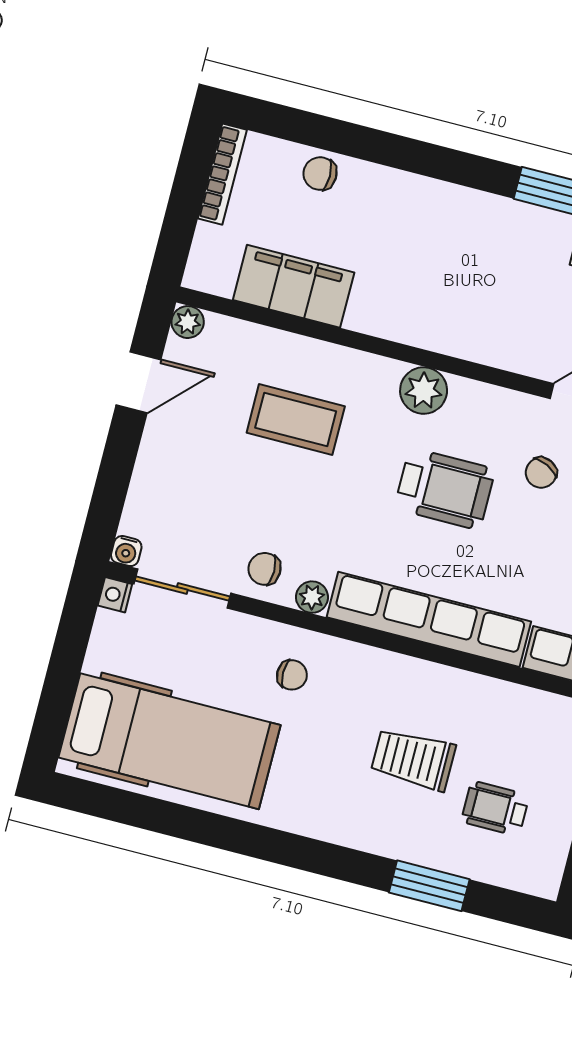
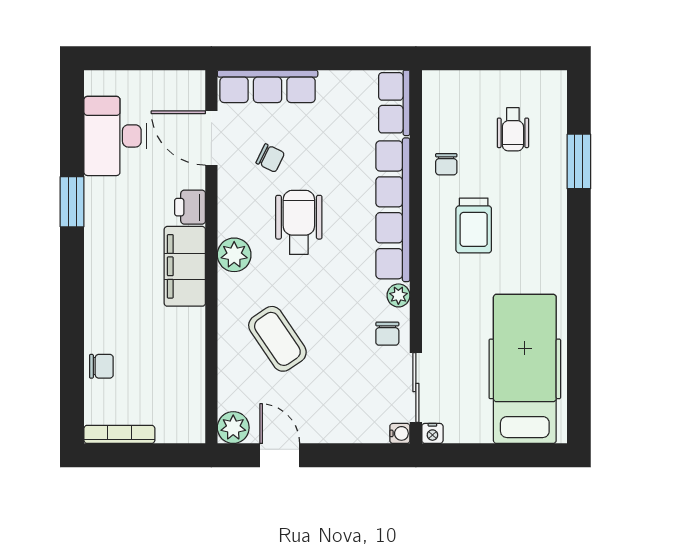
chair: (320, 174) -> (101, 366), turned -90
filing cabinet: (294, 286) -> (185, 266), moved
plant: (188, 322) -> (233, 428), width x1.38, depth x1.38
printer: (503, 348) -> (190, 207), added
coffee table: (296, 419) -> (277, 339), turned -34
chair: (292, 675) -> (446, 164), moved, turned 180
trolley: (413, 759) -> (474, 226), moved

